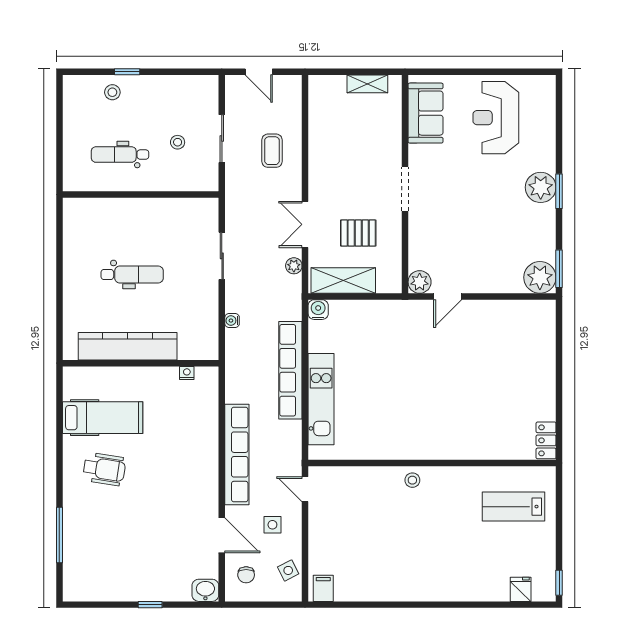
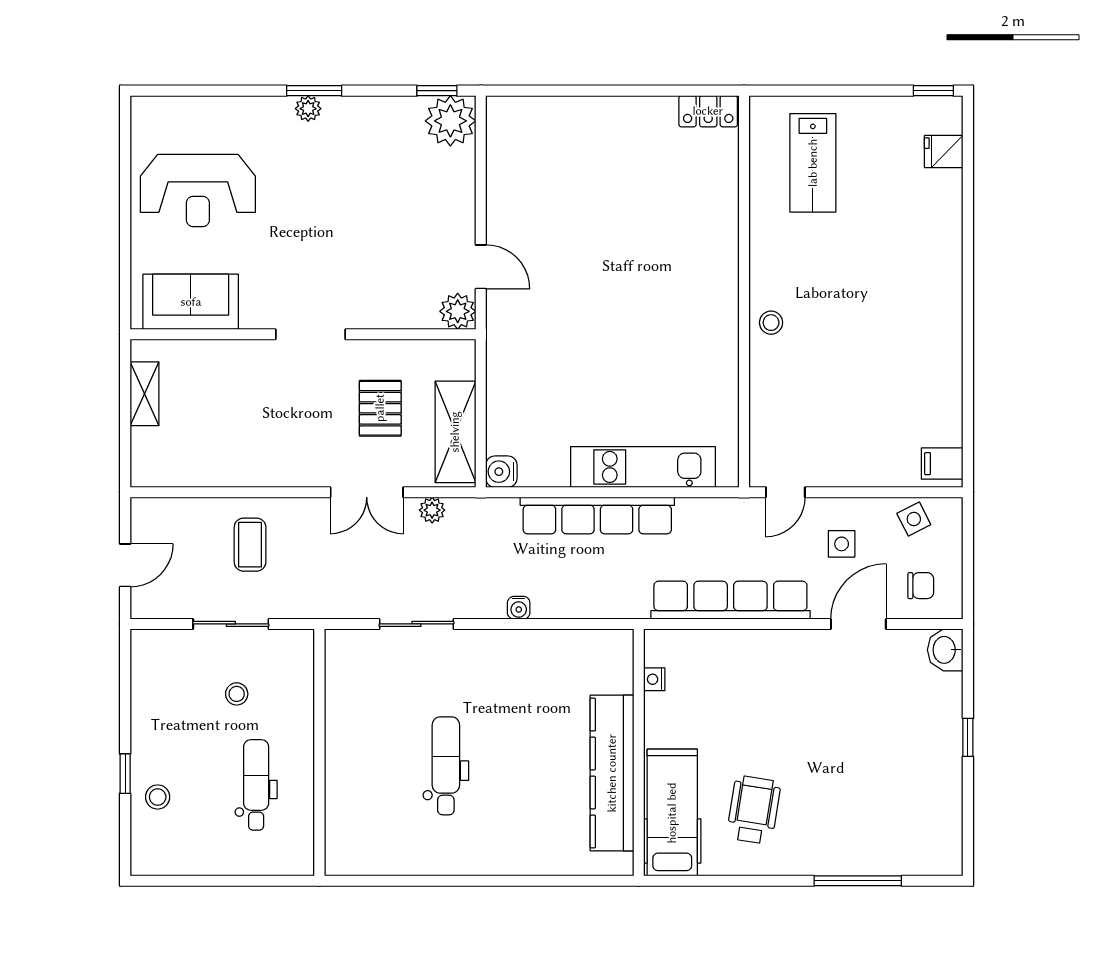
coffee table: (272, 151) -> (250, 545), turned 90
dental chair: (120, 155) -> (256, 785), turned 180
plant: (541, 187) -> (308, 109), width x0.53, depth x0.53
window: (559, 269) -> (437, 91), width x0.67
kitchen counter: (128, 346) -> (612, 773), moved
wall: (141, 363) -> (639, 752), moved
nightstand: (187, 373) -> (654, 679), moved

